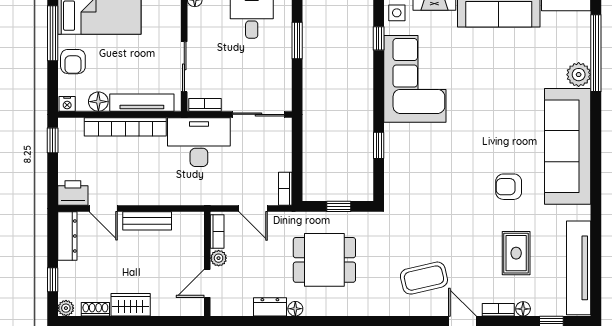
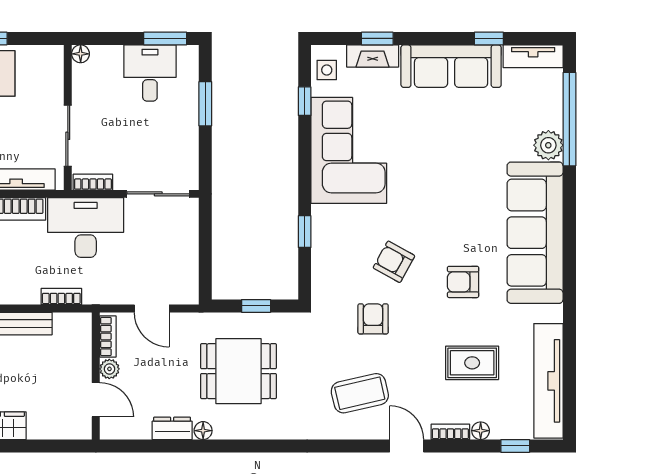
armchair: (452, 170) -> (394, 262), added
bookcase: (285, 189) -> (61, 297), moved, turned 90
armchair: (435, 217) -> (373, 319), added
rug: (516, 253) -> (472, 363), turned 90
door: (207, 283) -> (96, 400), swing flipped

